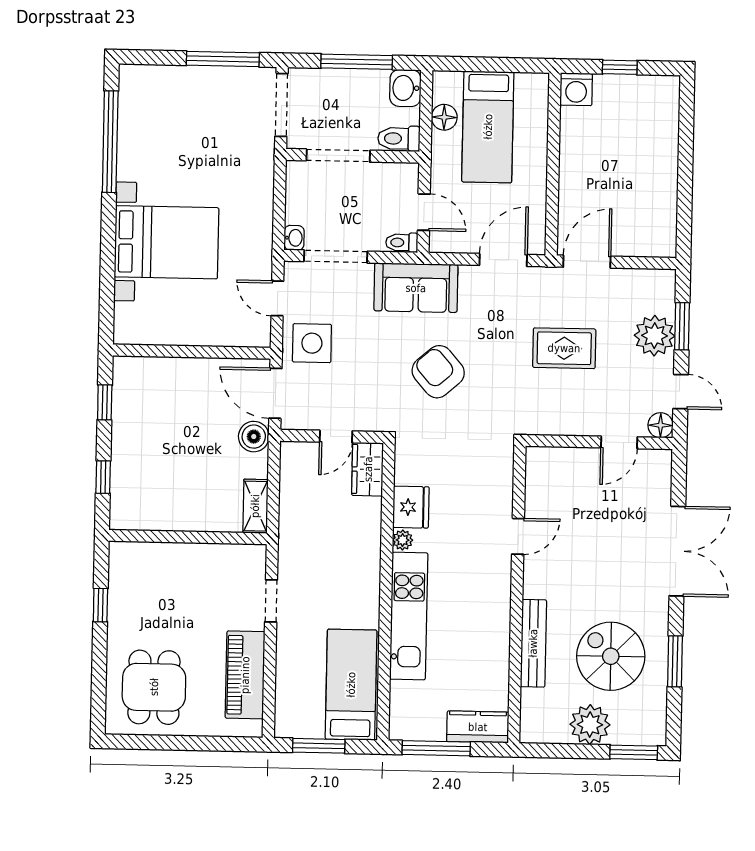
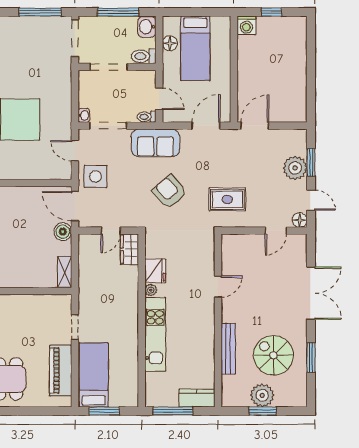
rug: (564, 348) -> (227, 199), moved
bed: (351, 685) -> (94, 375), moved
window: (634, 752) -> (263, 411), moved

